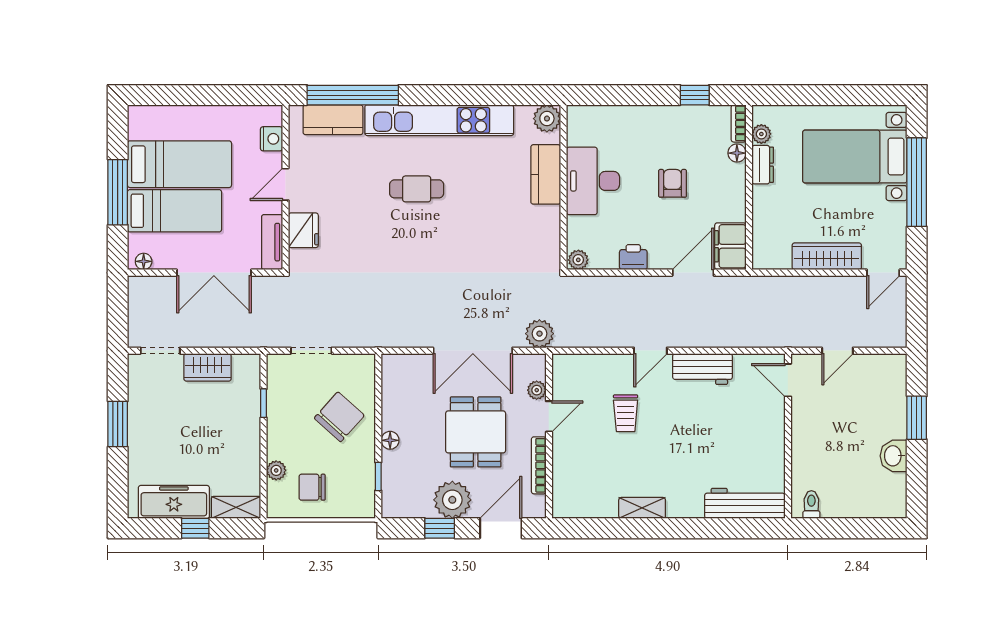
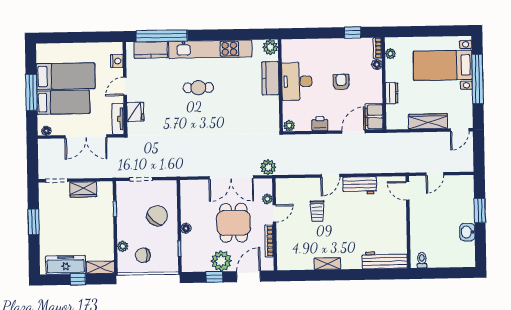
dresser: (763, 165) -> (392, 93), moved

